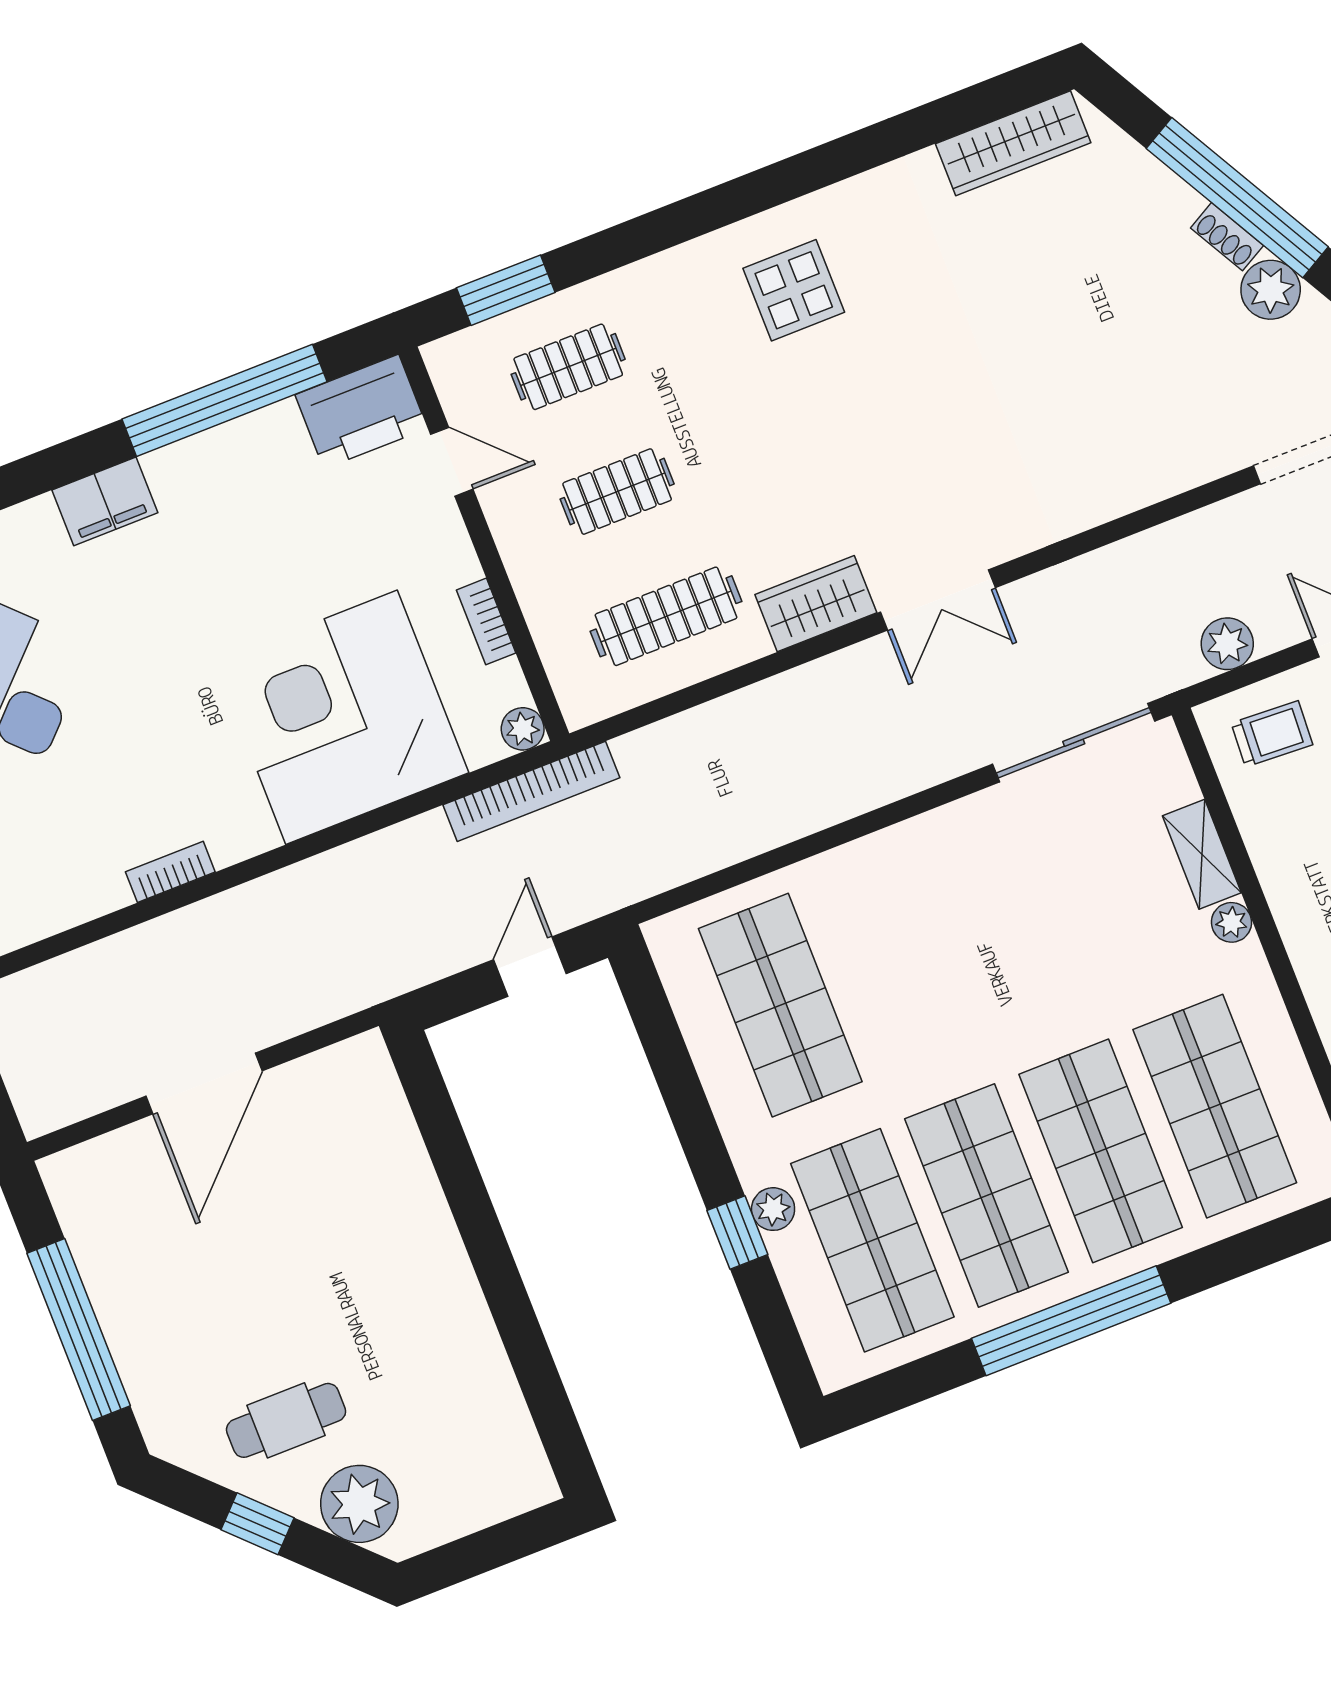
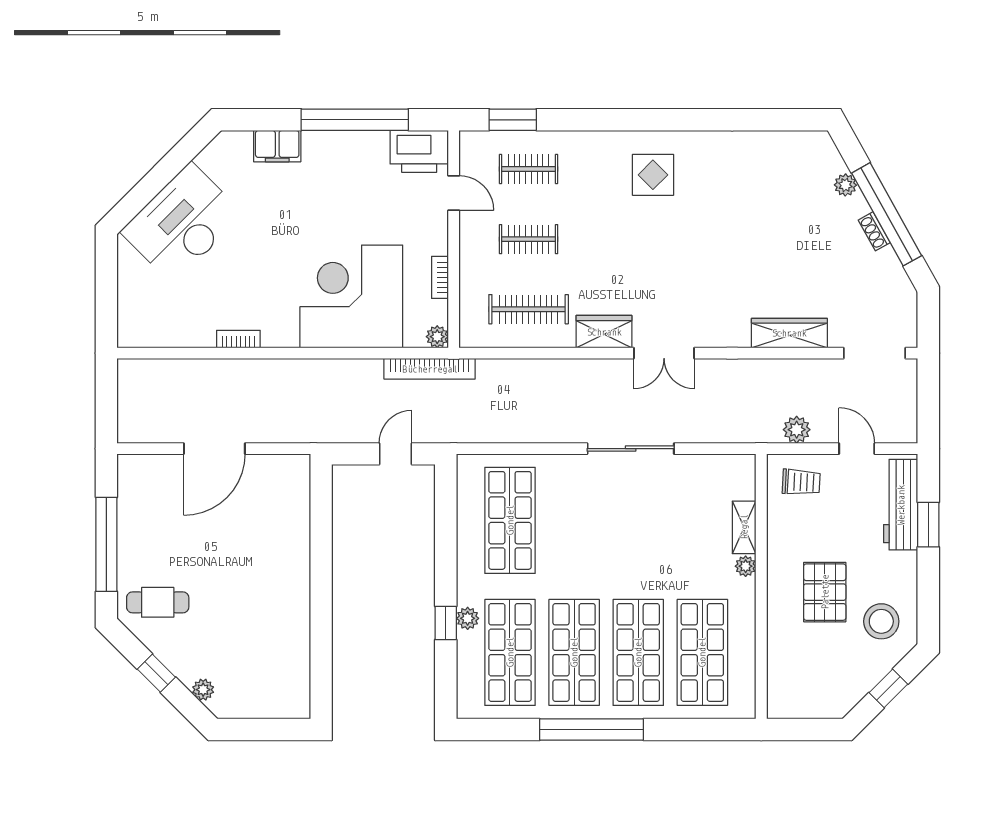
wardrobe: (1013, 143) -> (789, 333), moved, turned 180
plant: (1271, 290) -> (845, 185), moved, width x0.73, depth x0.73
sliding door: (1074, 743) -> (631, 449), moved
cafe table: (286, 1420) -> (158, 602), moved
plant: (359, 1504) -> (203, 690), width x0.53, depth x0.53

